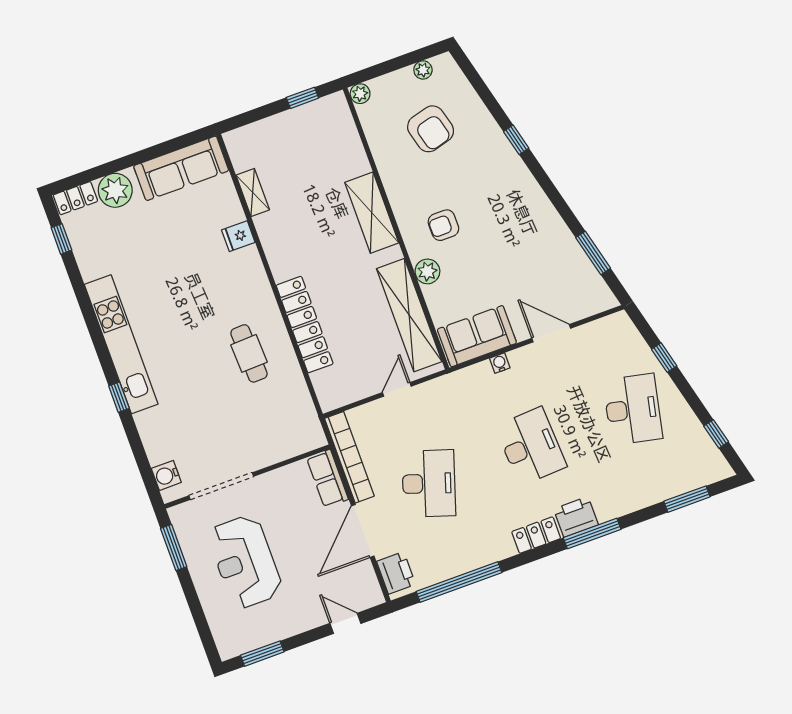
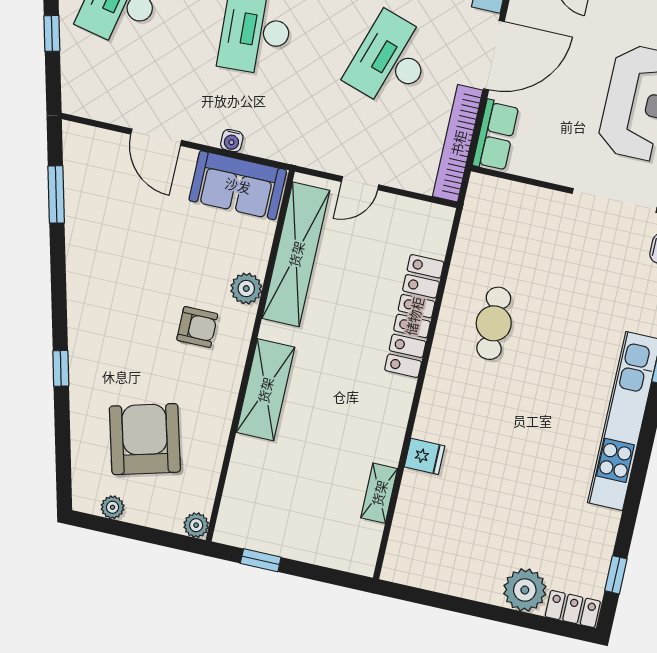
armchair: (431, 129) -> (145, 439), width x1.36, depth x1.36
sofa: (181, 168) -> (439, 568), removed

